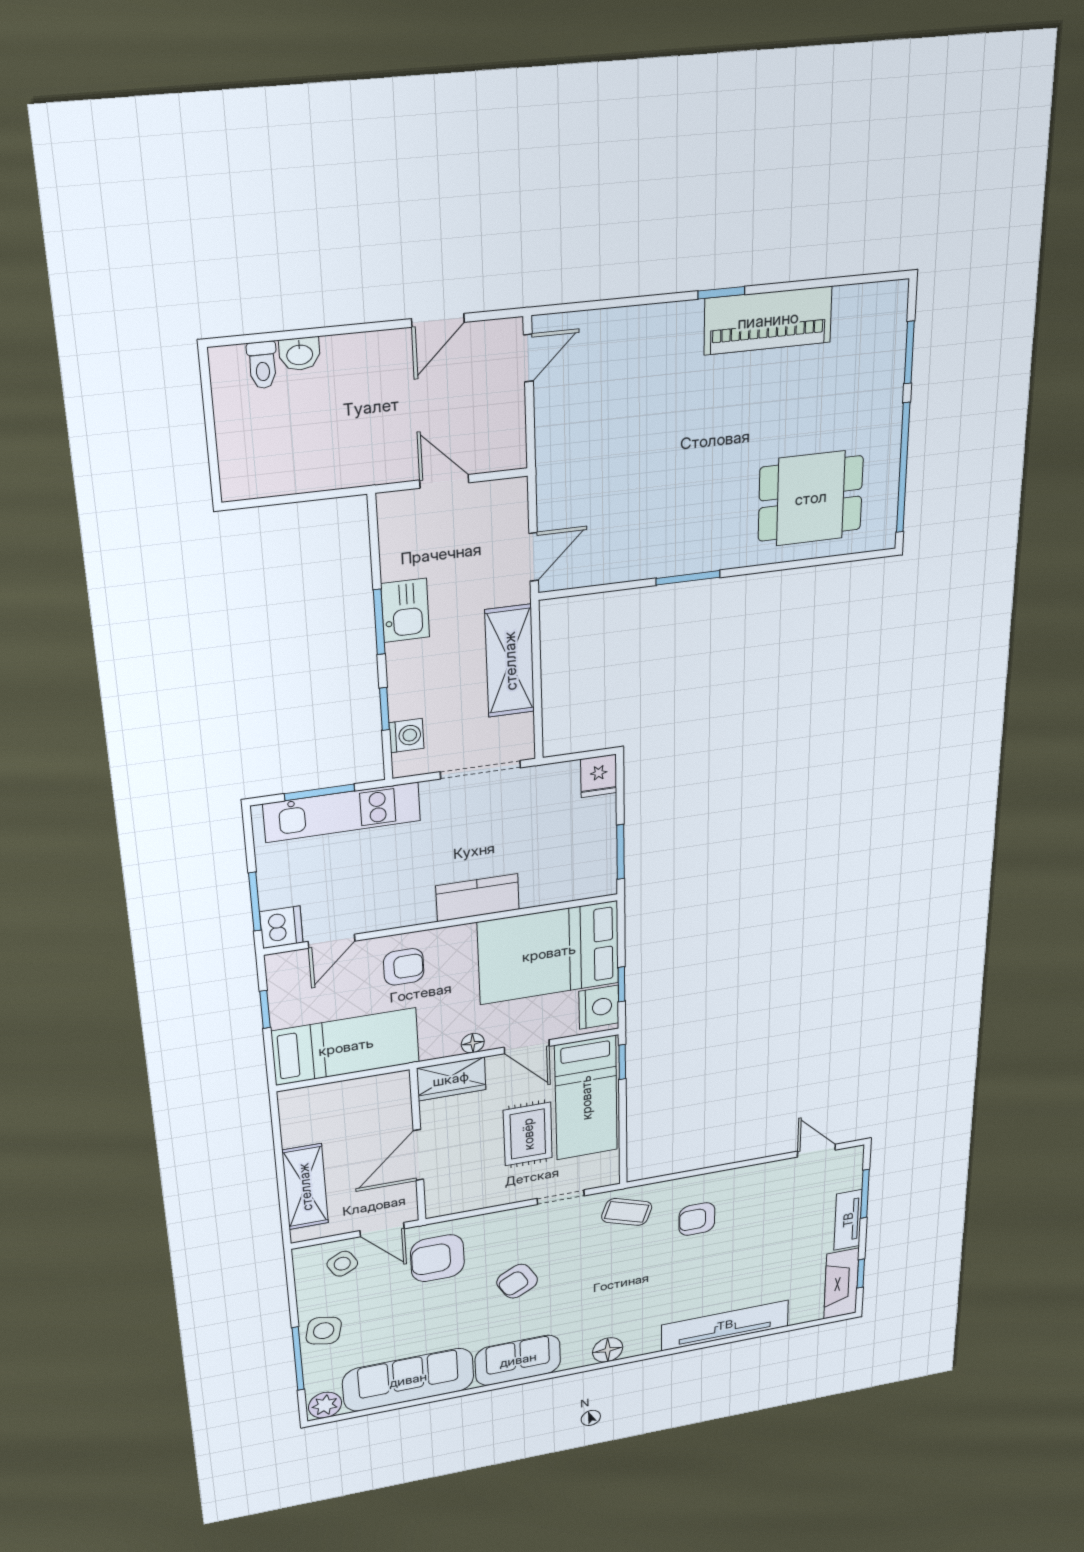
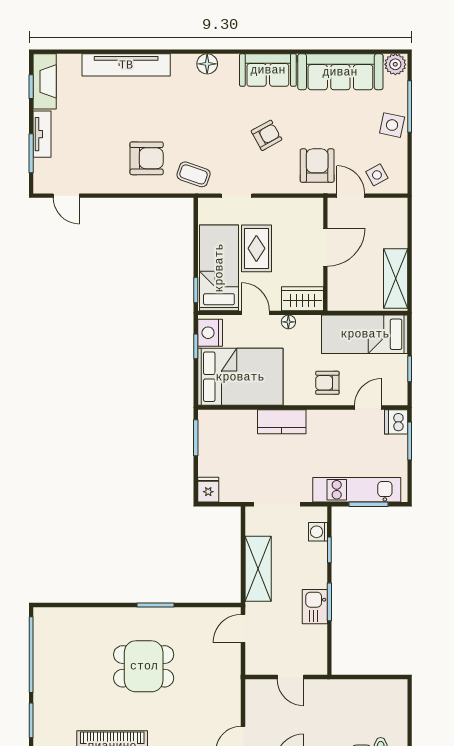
dining table: (811, 498) -> (144, 666), moved
shelving: (305, 1187) -> (396, 279), moved
armchair: (697, 1219) -> (147, 158), width x1.38, depth x1.38
armchair: (437, 1258) -> (317, 166), turned -90

